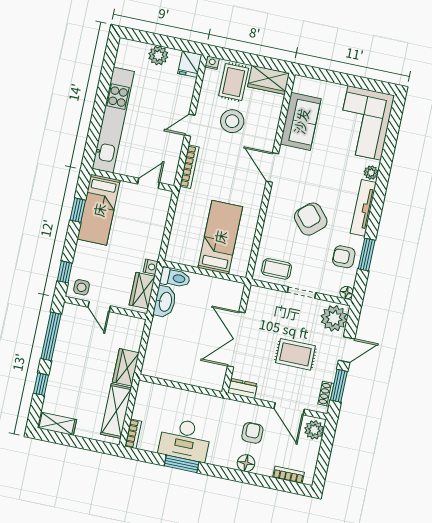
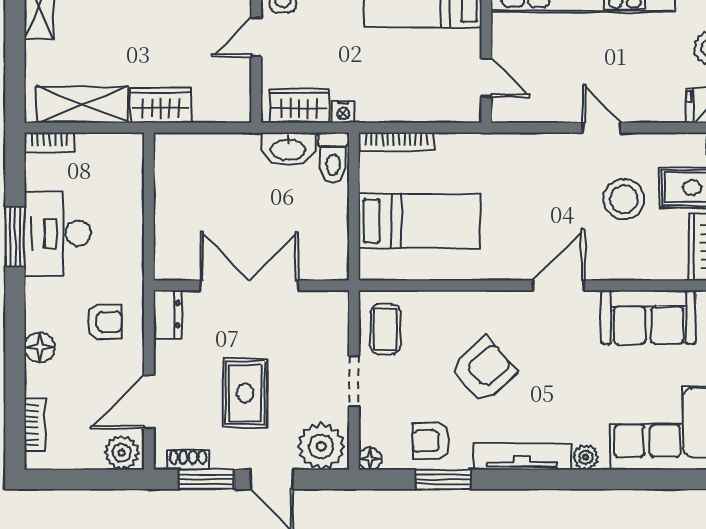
bookcase: (189, 167) -> (396, 142), moved
armchair: (344, 257) -> (431, 441), turned -93
armchair: (252, 433) -> (105, 322), moved

